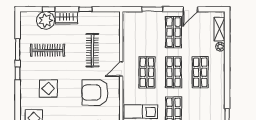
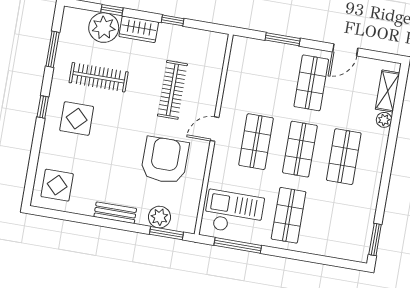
window: (18, 49) -> (53, 49), moved
display table: (48, 89) -> (77, 119), moved
armchair: (95, 92) -> (165, 160), turned 90

